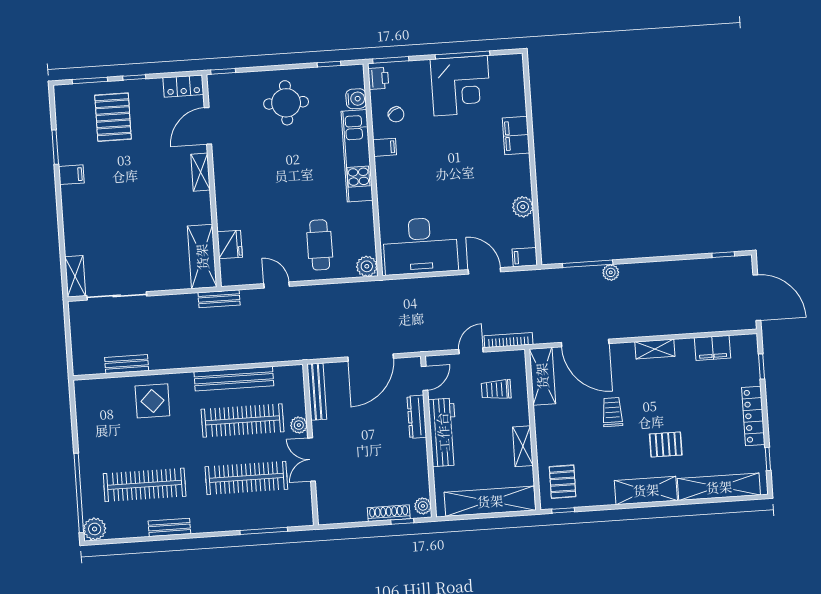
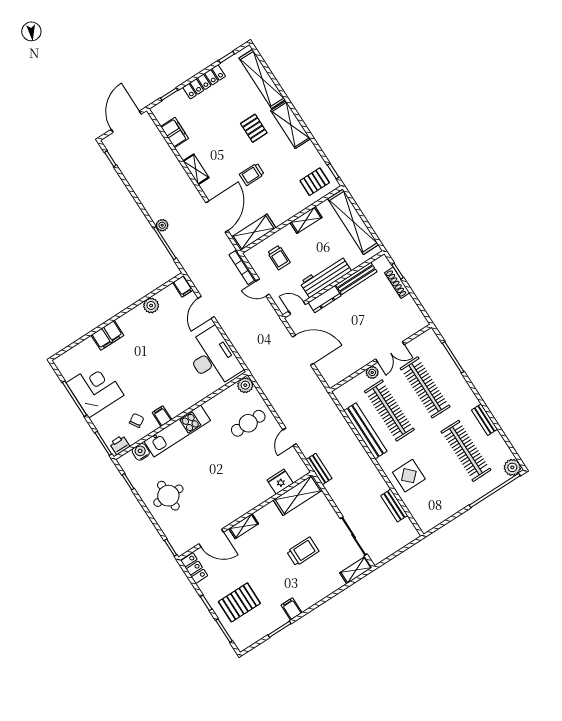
trolley: (132, 226) -> (303, 551), added
bench: (317, 392) -> (356, 278), moved
plant: (423, 506) -> (380, 263), removed

